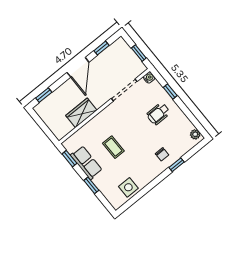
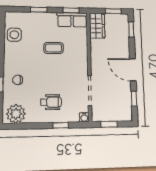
wardrobe: (81, 113) -> (97, 26), moved
wheelchair: (158, 114) -> (51, 102), turned 90
window: (40, 123) -> (113, 11), added
plant: (195, 134) -> (16, 114), width x1.87, depth x1.87
row of seats: (86, 163) -> (72, 20), moved

